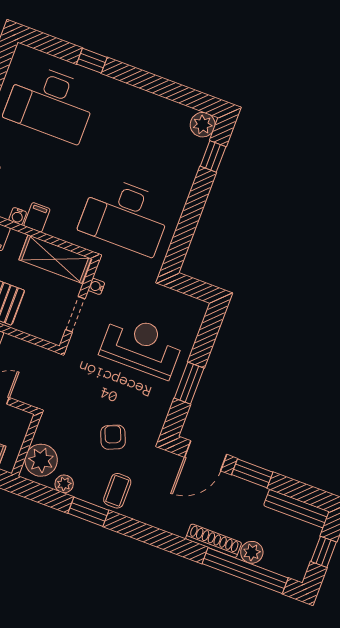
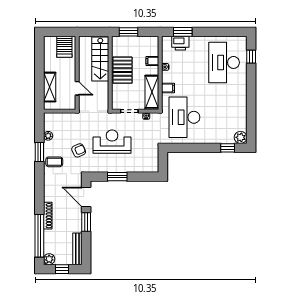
window: (92, 61) -> (251, 57), moved
filing cabinet: (37, 217) -> (168, 88), moved
reception desk: (142, 346) -> (112, 142), moved, turned -90
plant: (41, 460) -> (55, 121), removed
plant: (252, 552) -> (49, 259), moved

